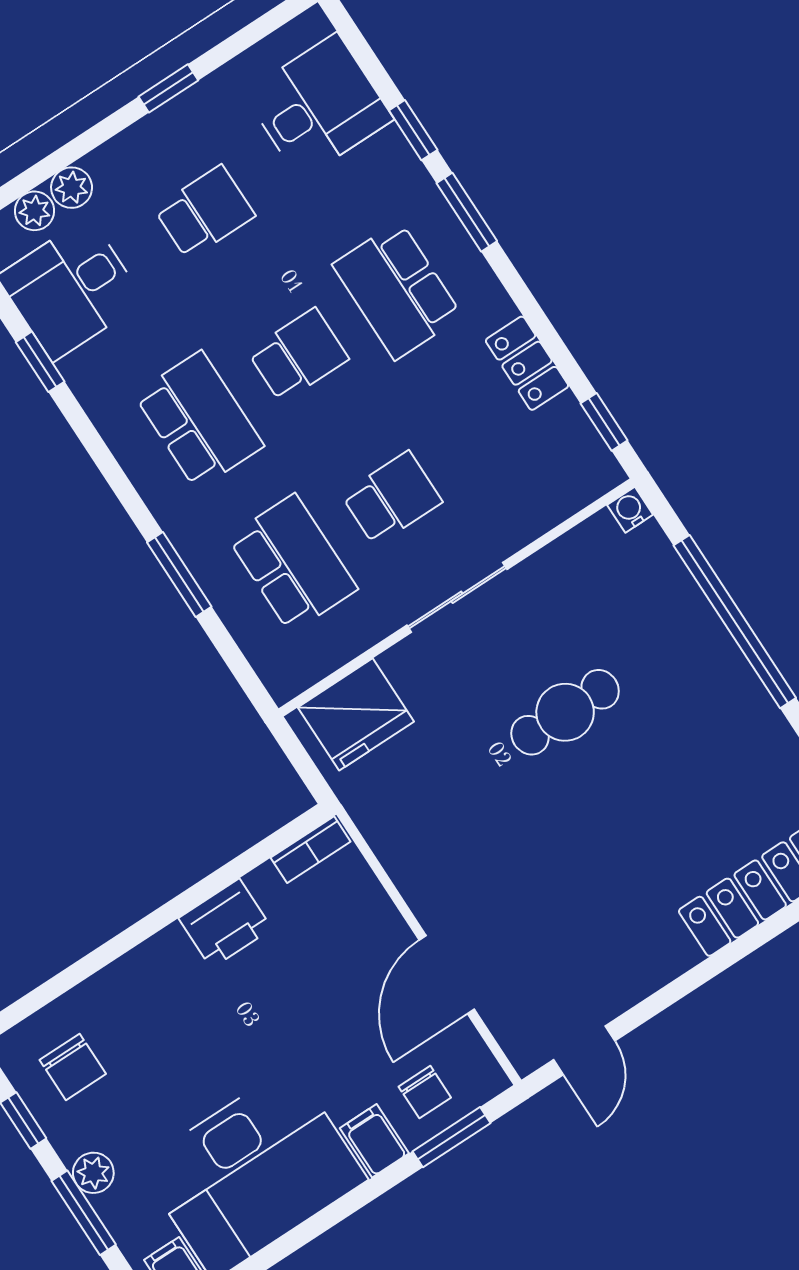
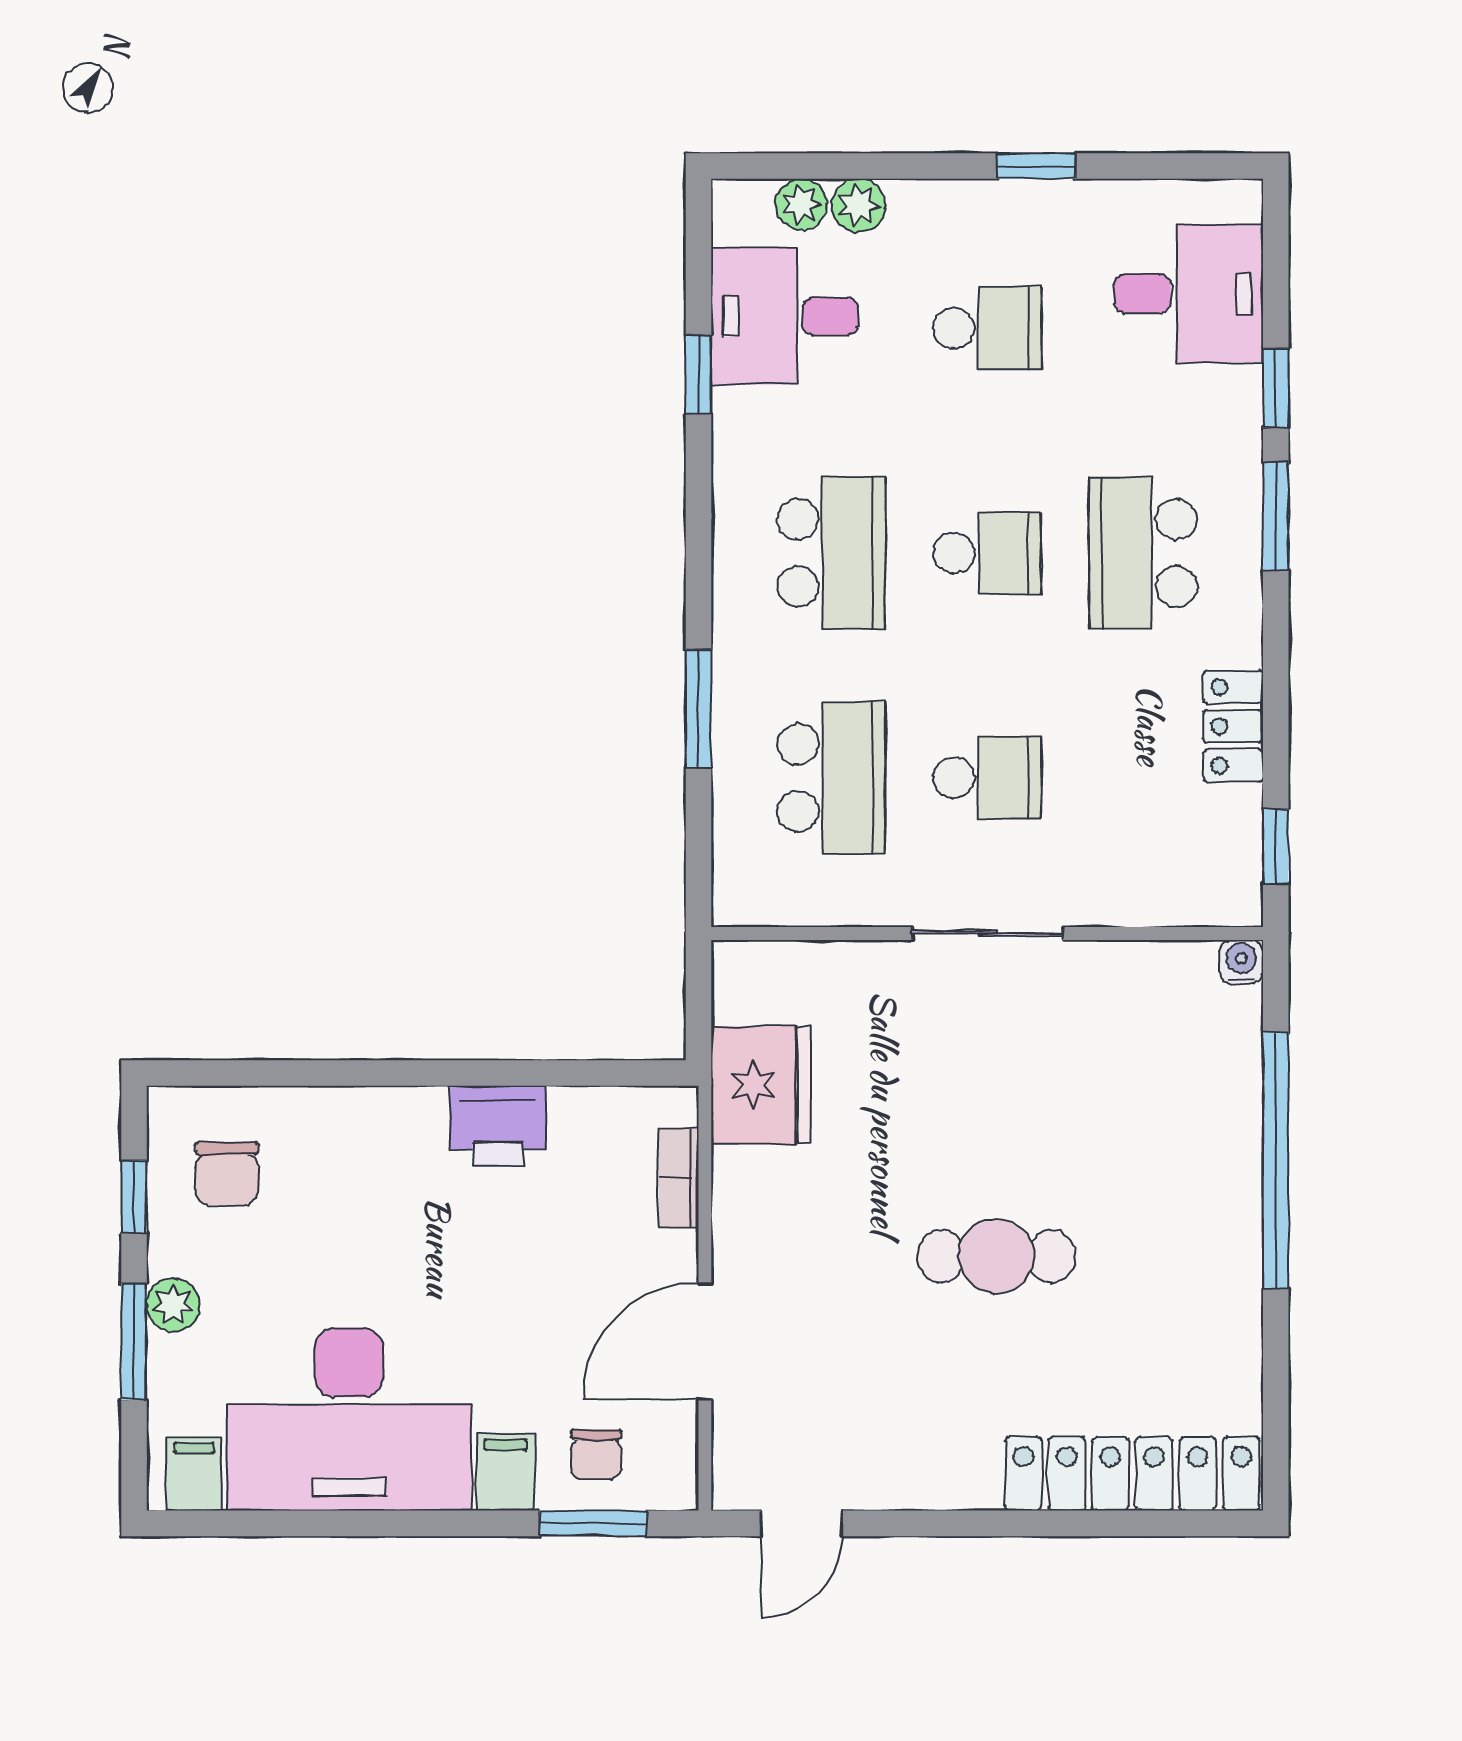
cafe table: (565, 712) -> (996, 1256), moved
fridge: (356, 714) -> (761, 1085), moved, turned -90
bookcase: (311, 850) -> (679, 1178), moved, turned 90

